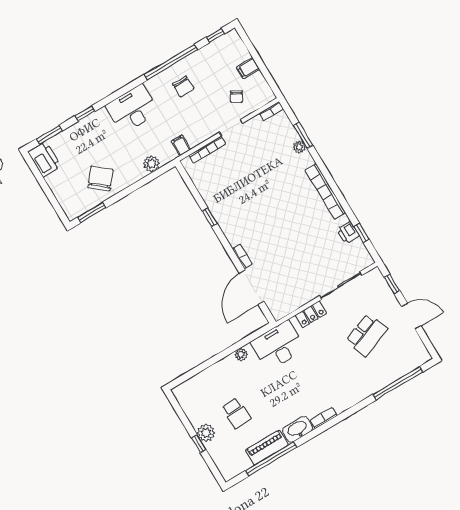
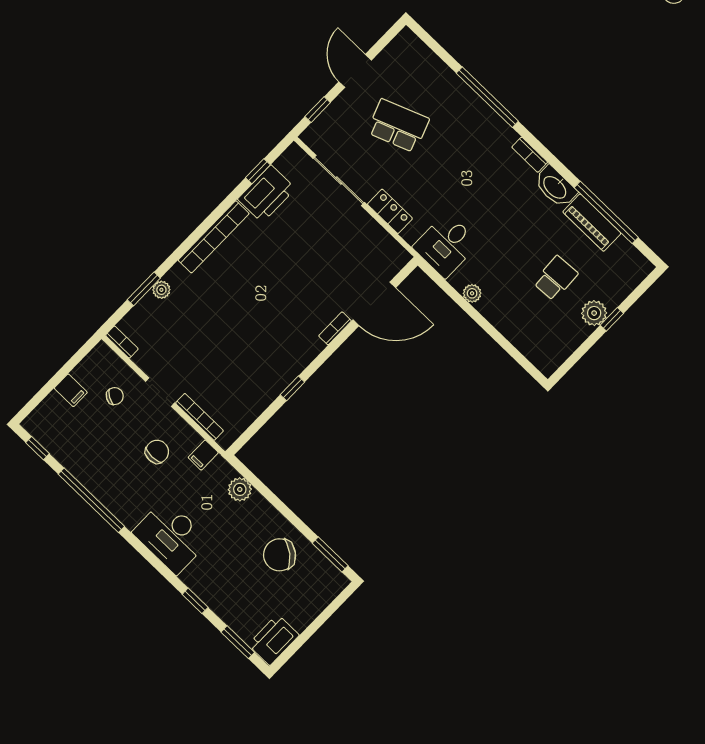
chair: (183, 86) -> (157, 452), moved
printer: (348, 233) -> (266, 194), width x1.87, depth x1.48
desk: (278, 346) -> (446, 245), width x0.73
window: (398, 383) -> (487, 97), moved

